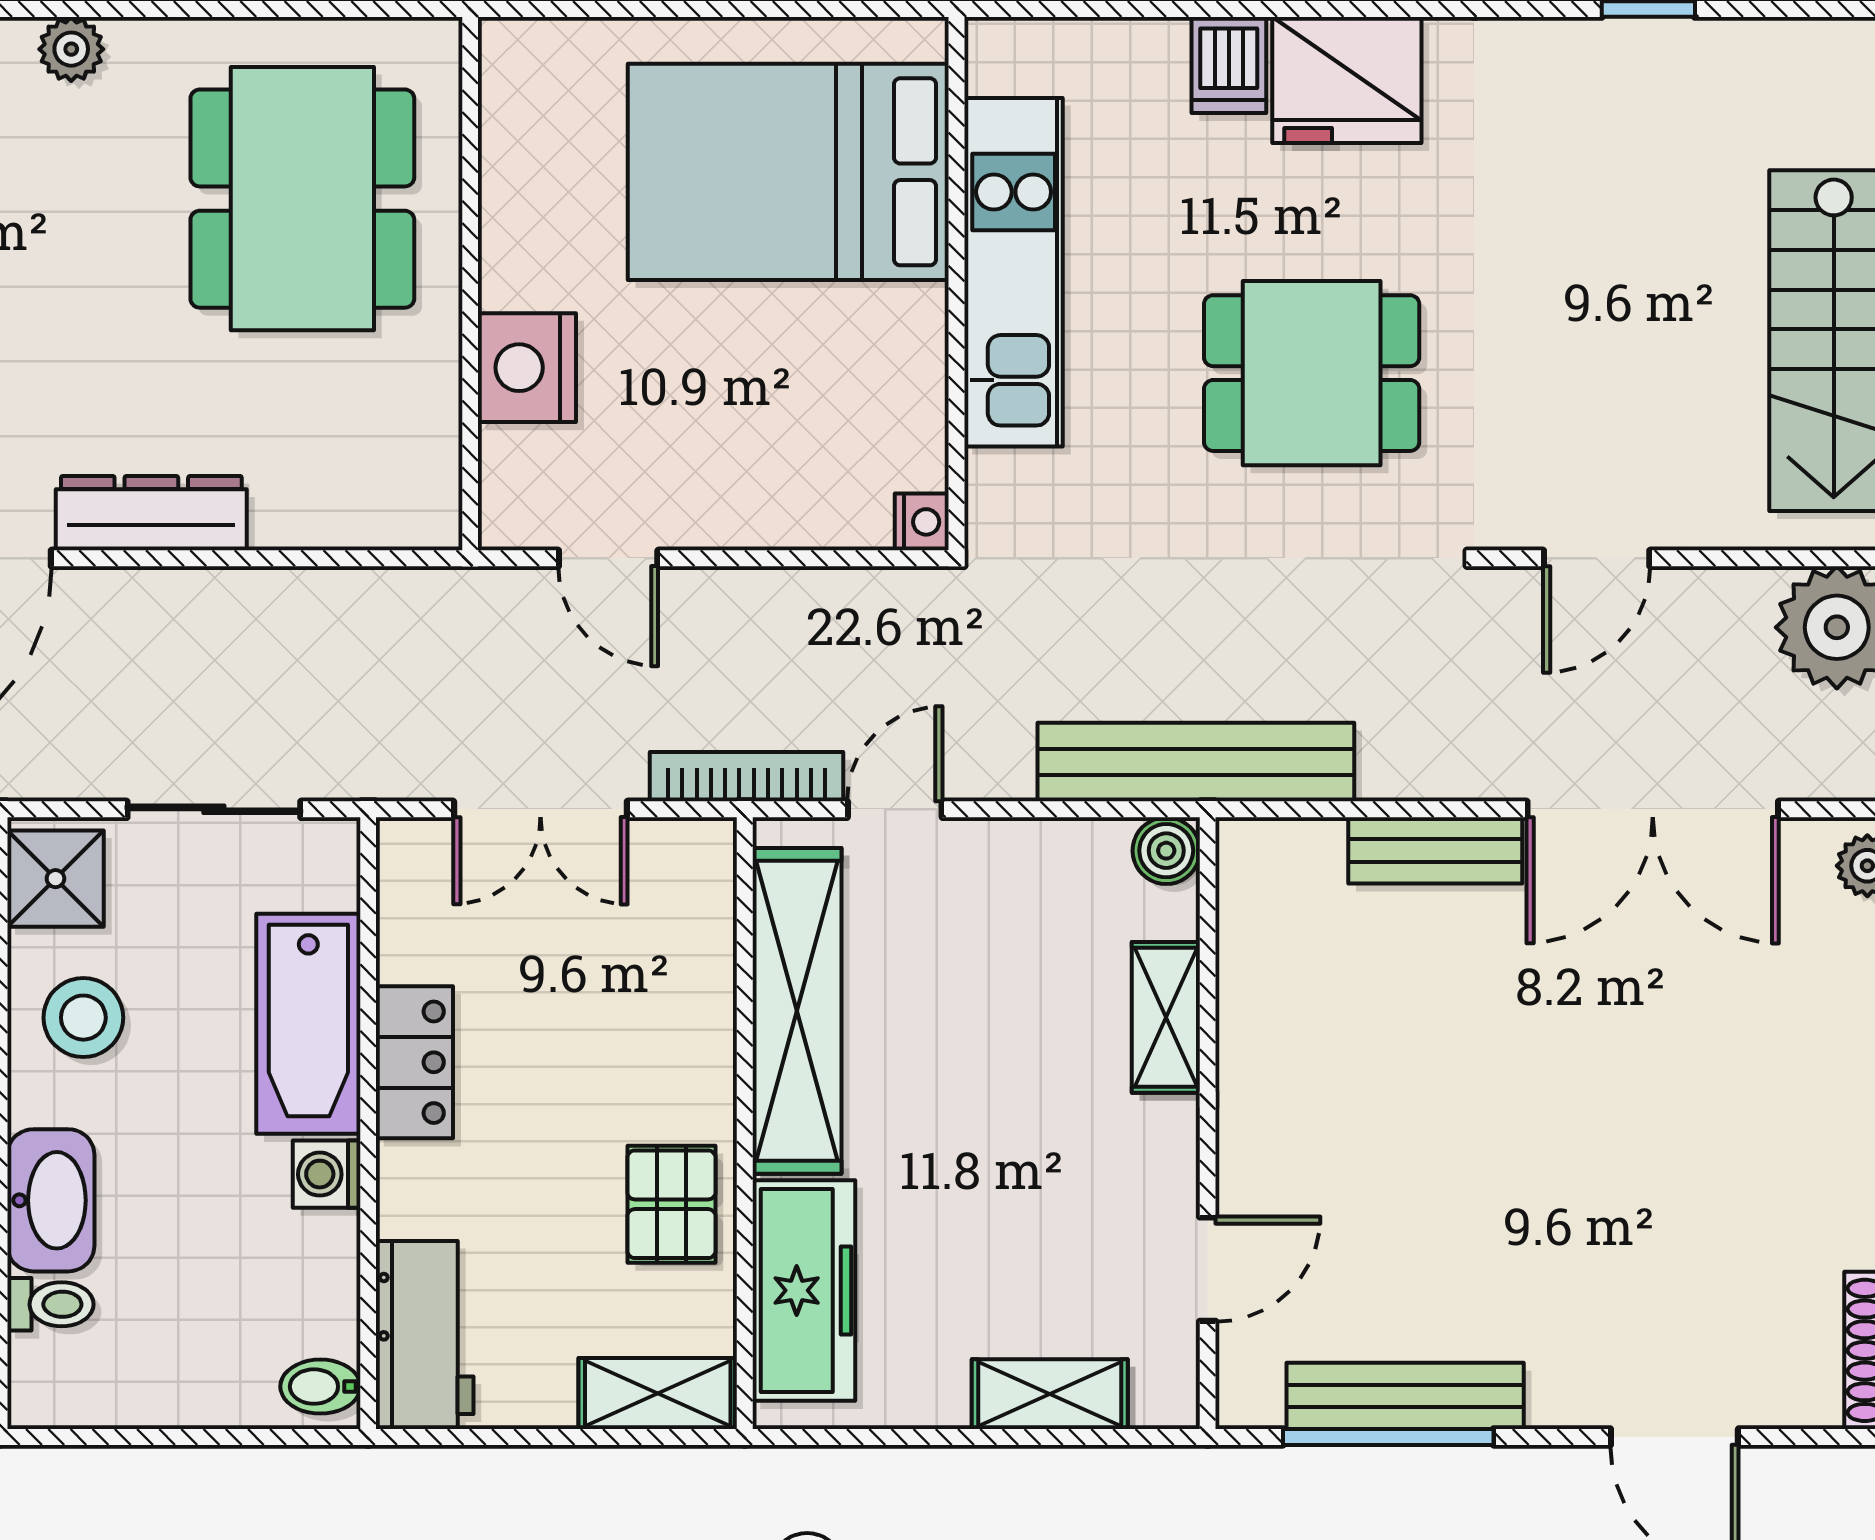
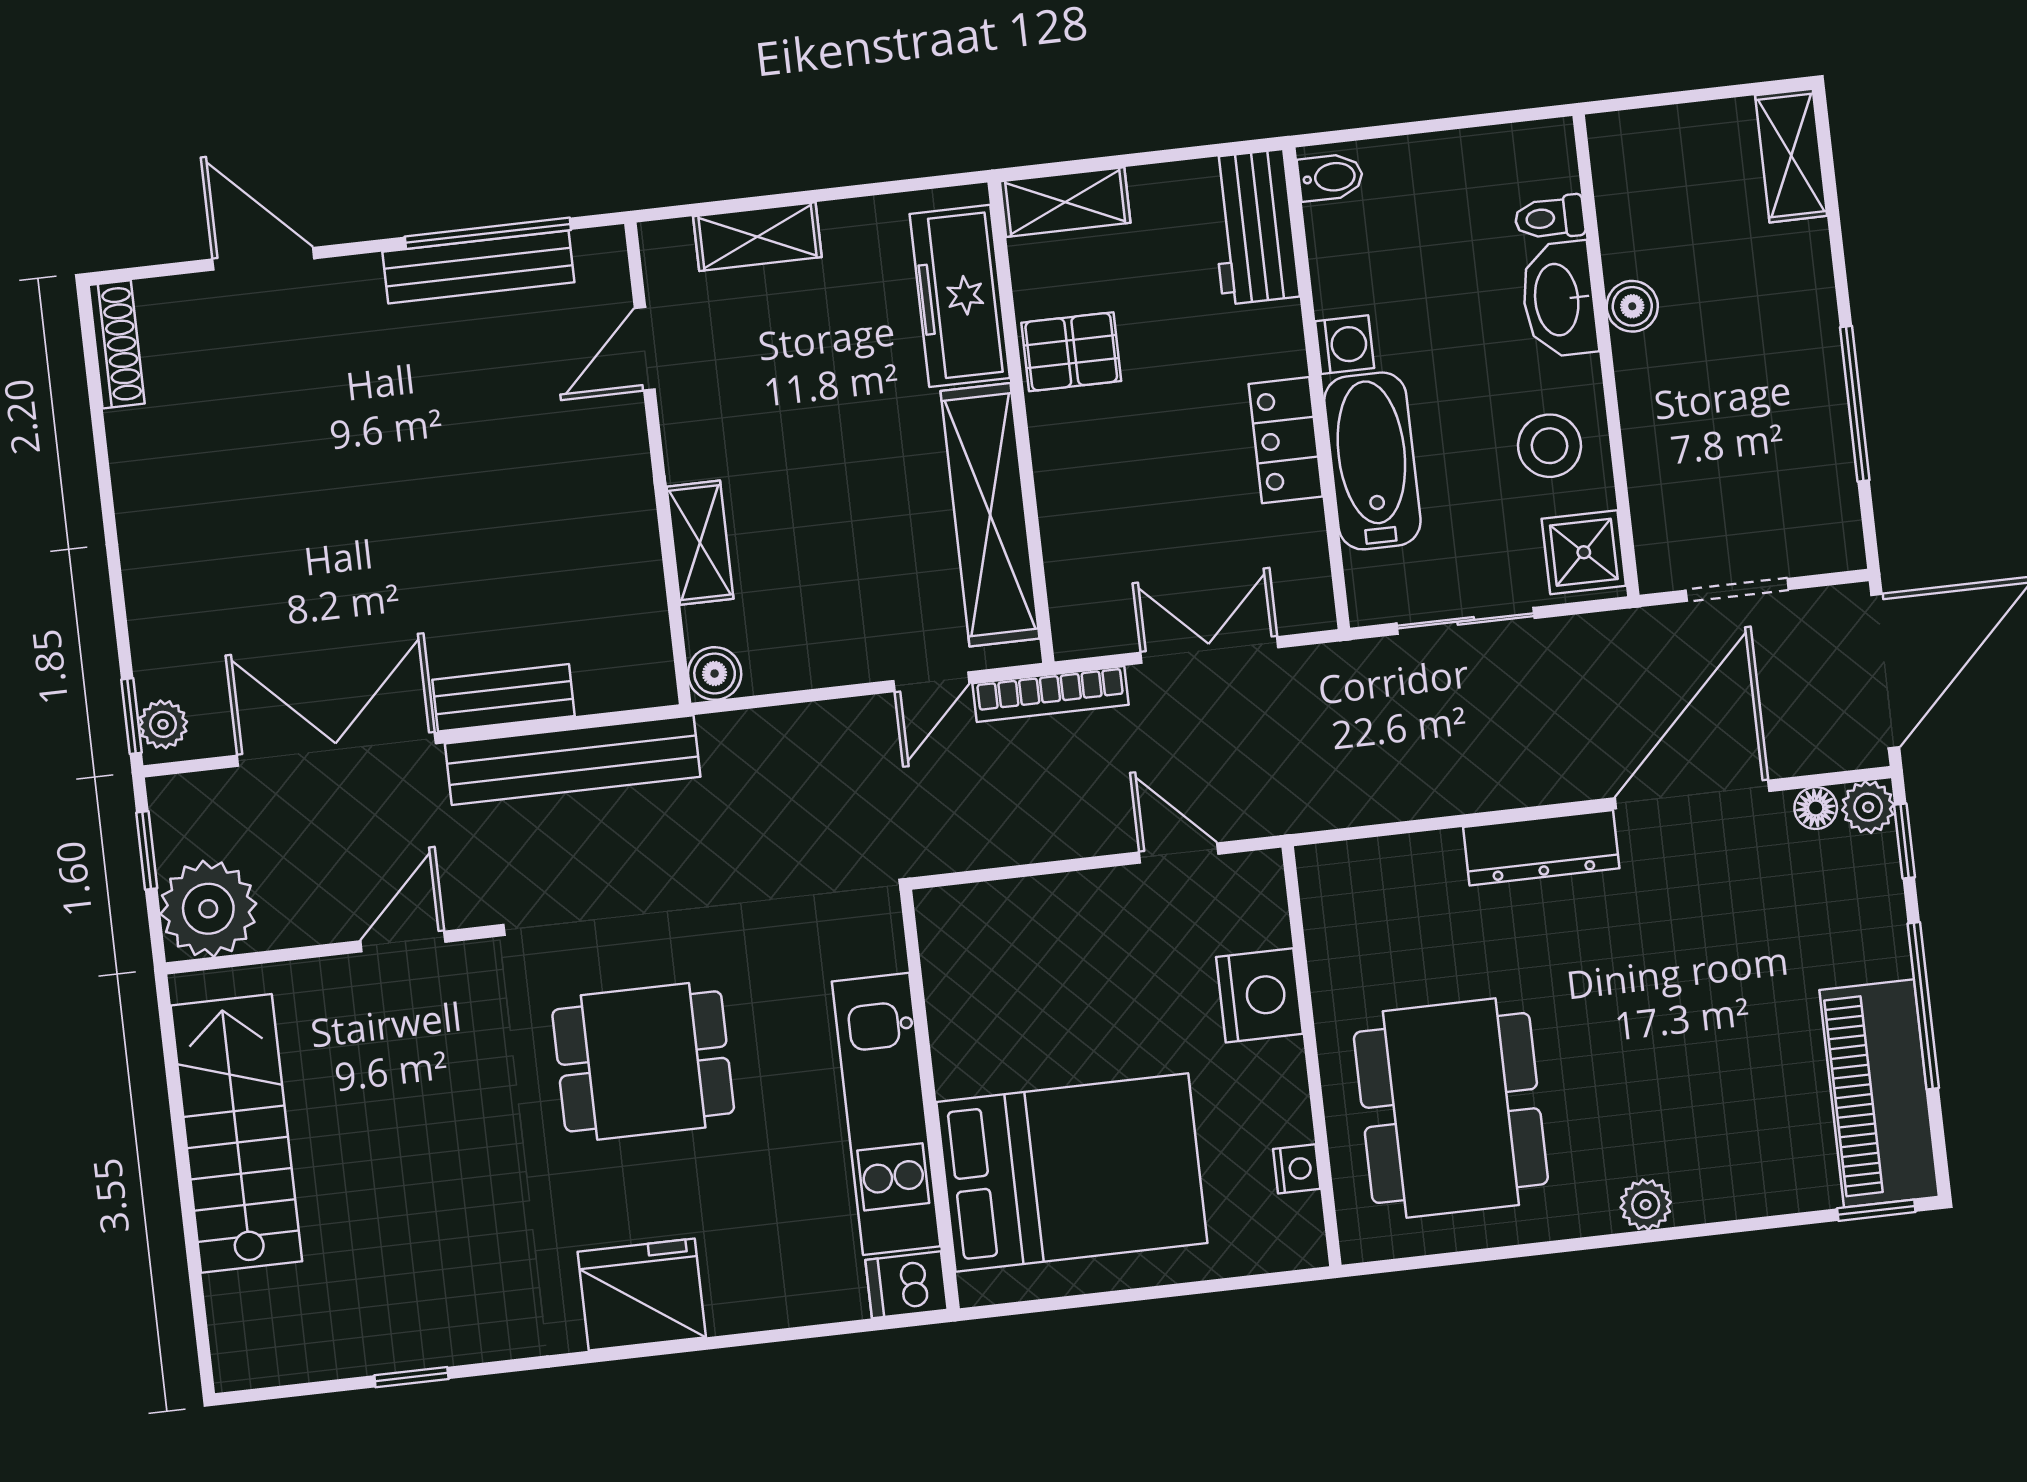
dishwasher: (1229, 65) -> (906, 1285), moved, turned -90
nightstand: (922, 522) -> (1297, 1169), moved, turned 180
bench: (1196, 762) -> (573, 760), moved
pallet: (671, 1204) -> (1071, 352), turned 90

